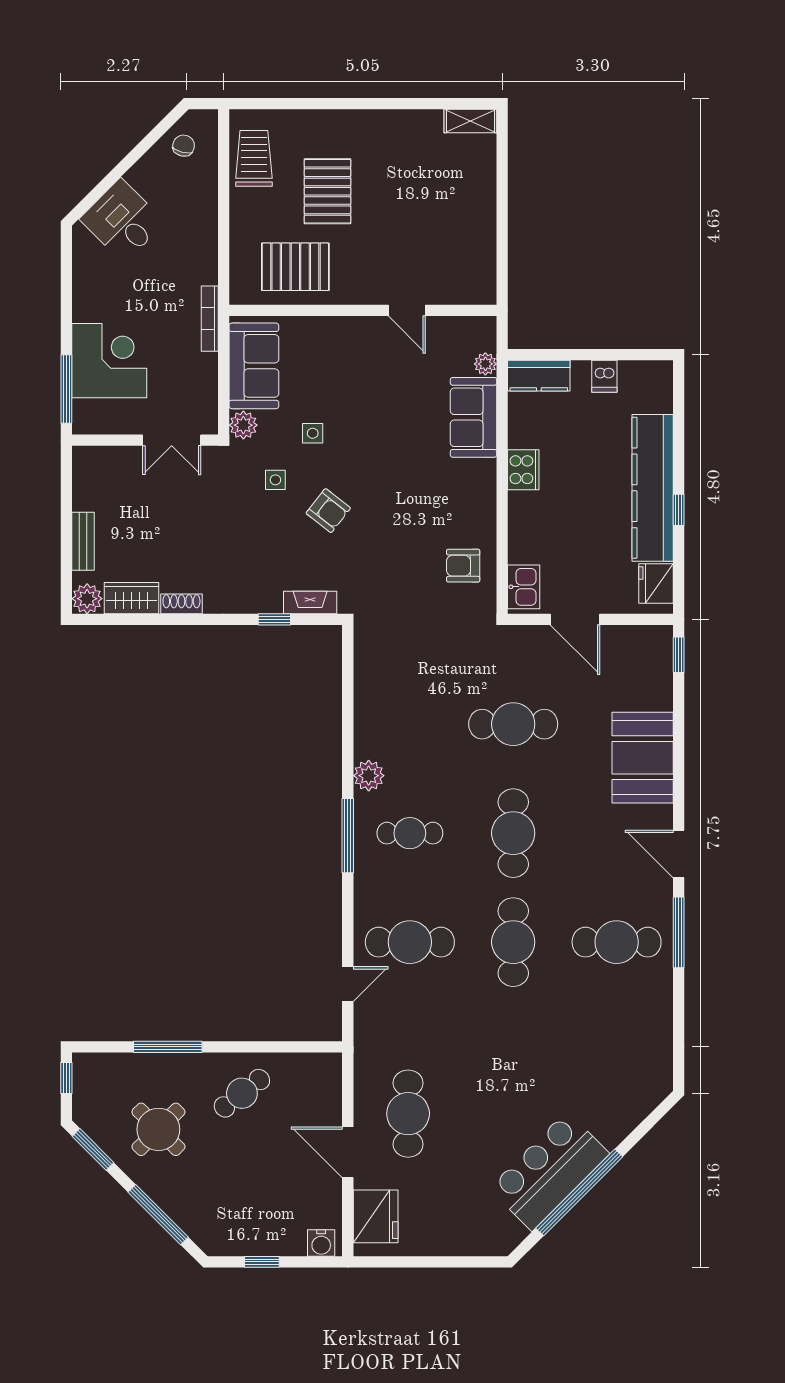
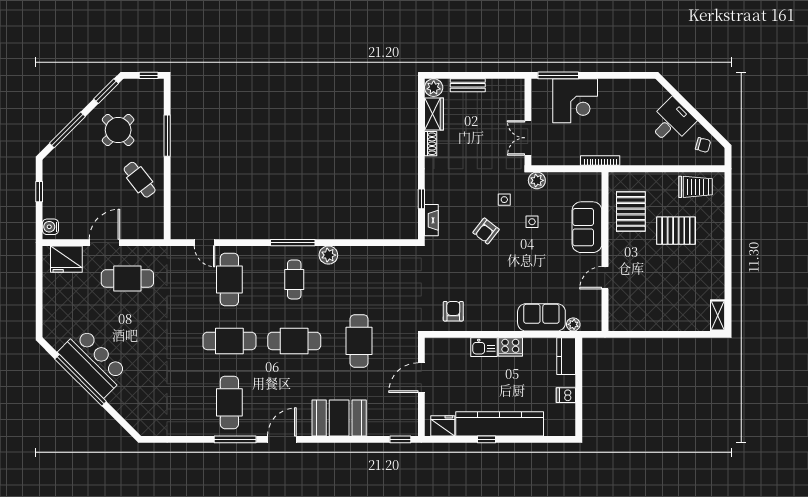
desk: (122, 221) -> (671, 122), moved
sofa: (254, 366) -> (587, 227), moved, turned 90
kitchen sink: (524, 587) -> (484, 347), moved

